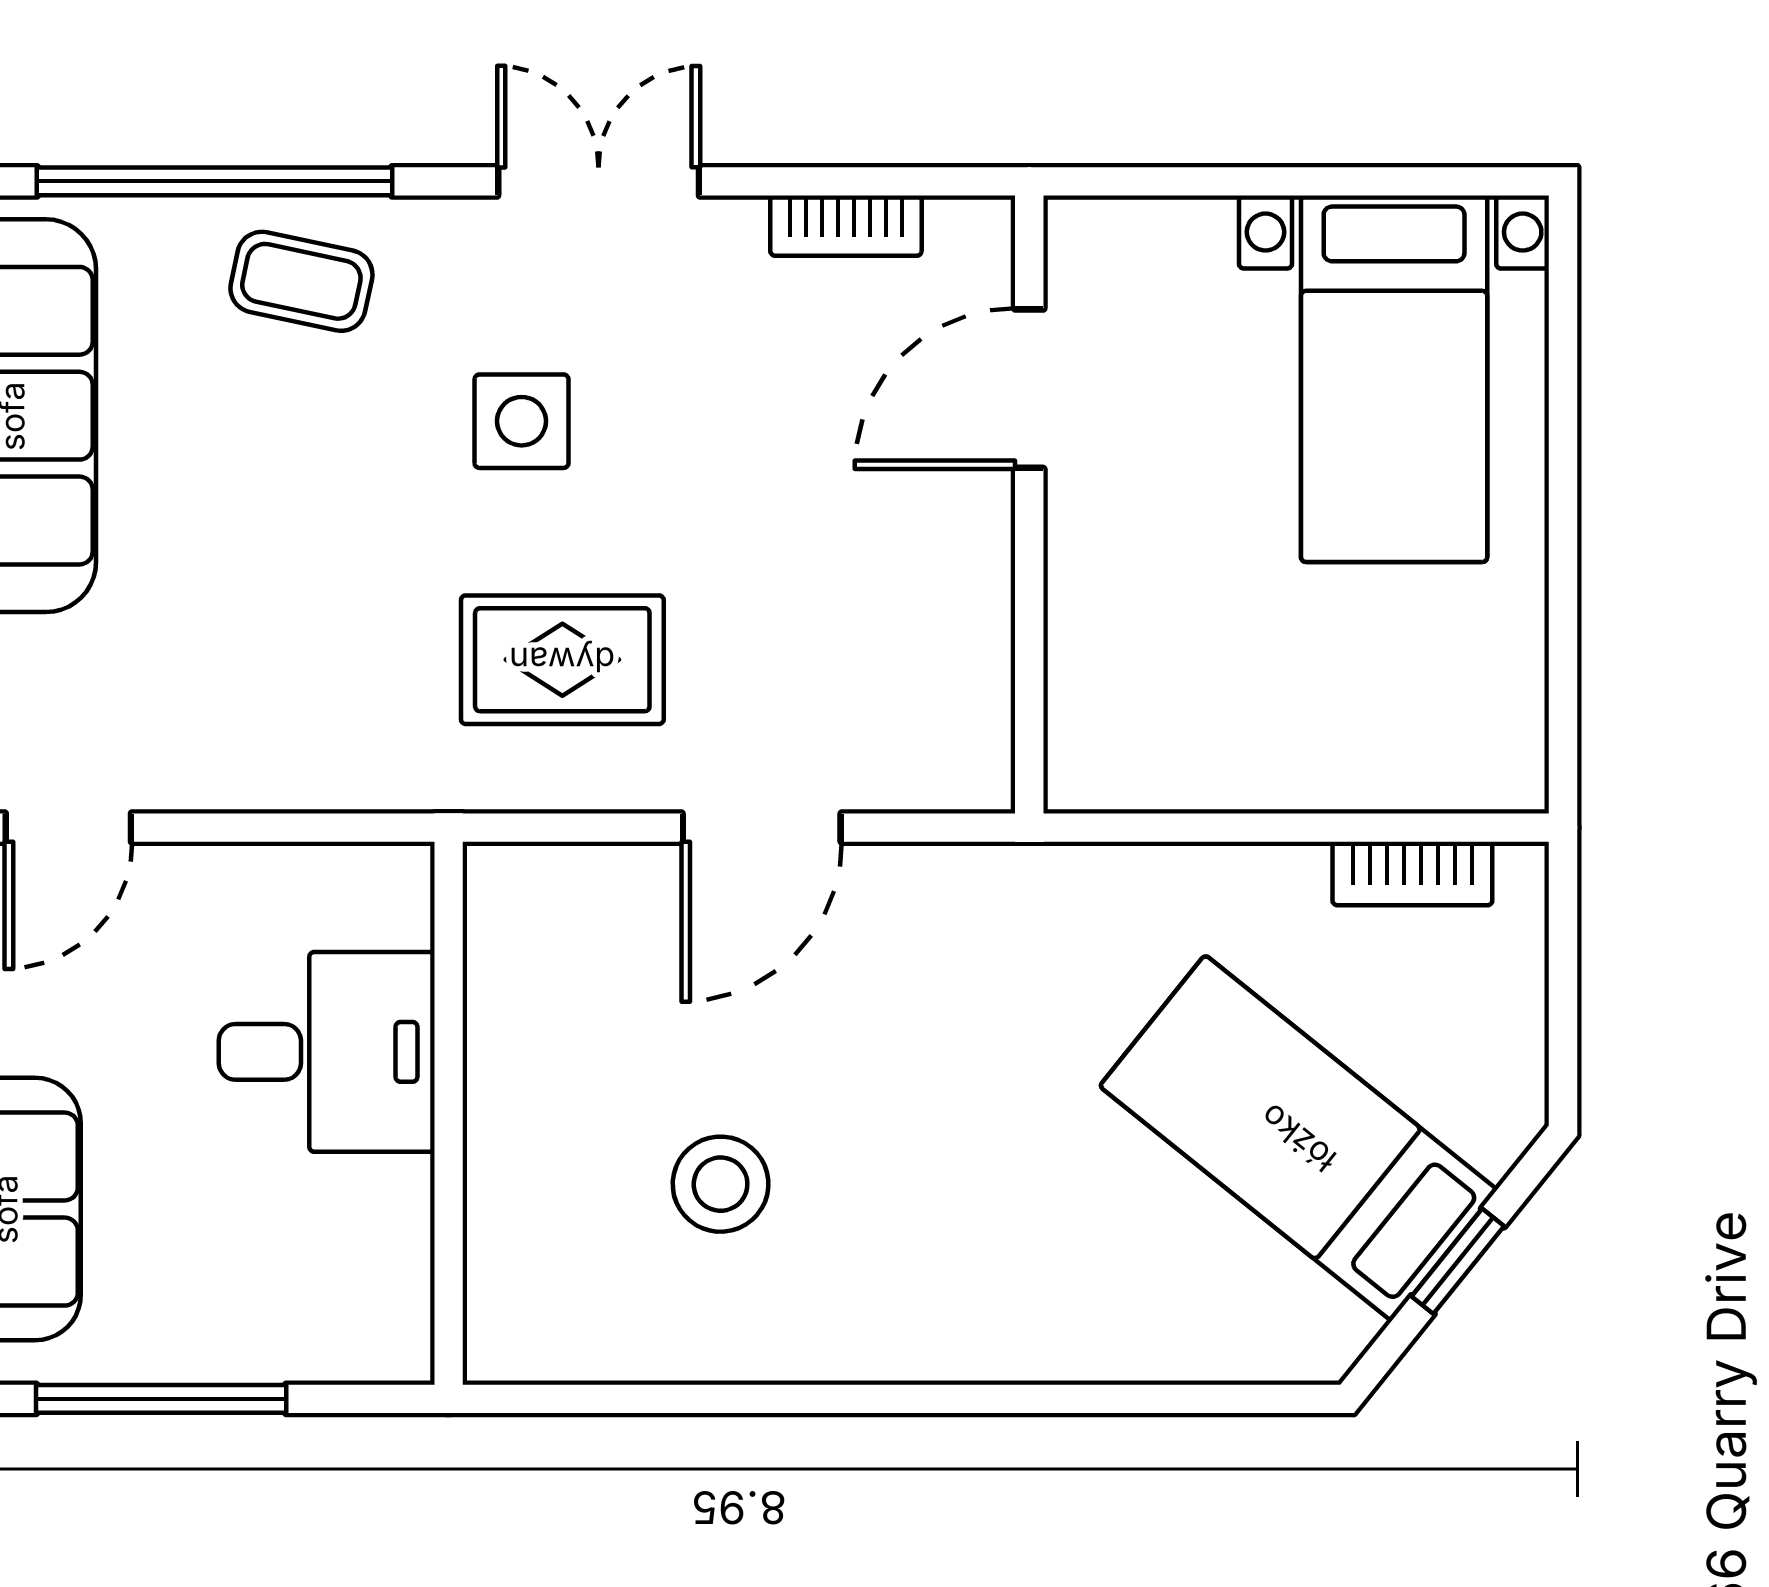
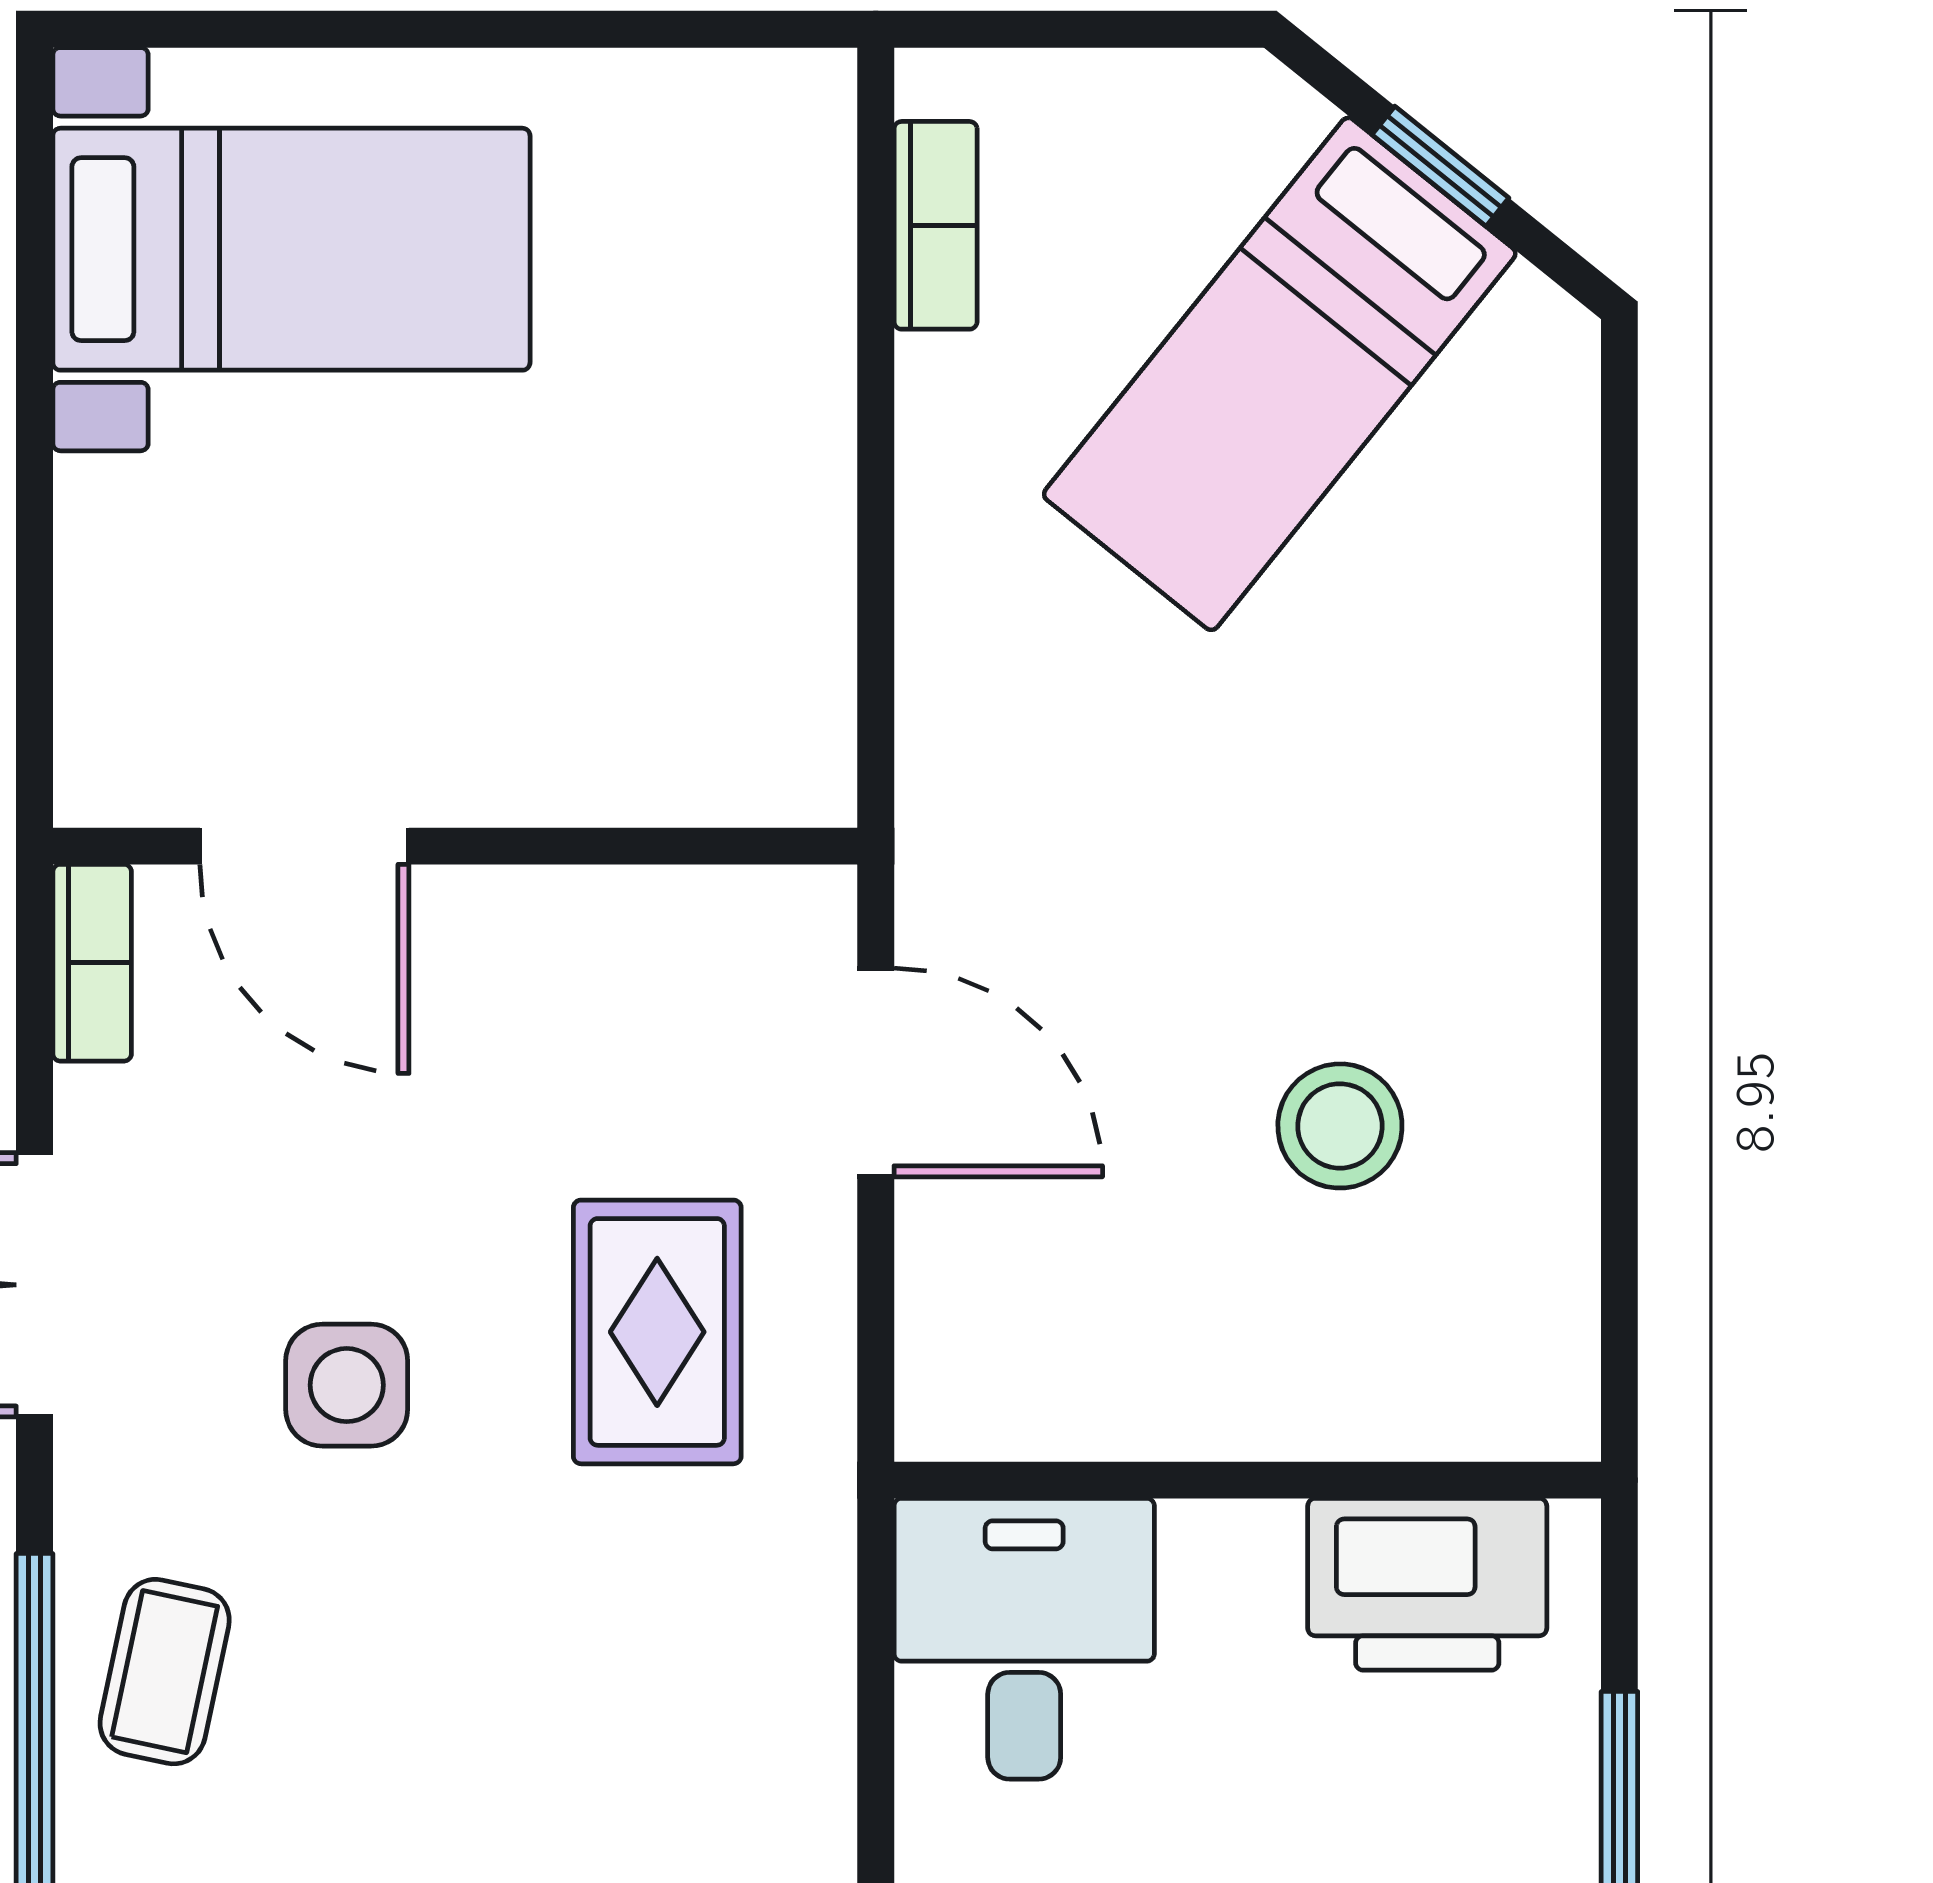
door: (1029, 389) -> (304, 846), moved
wall: (1029, 504) -> (455, 846), moved
desk: (327, 1052) -> (1024, 1639), moved
printer: (369, 1251) -> (1427, 1584), added

